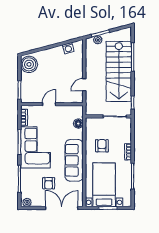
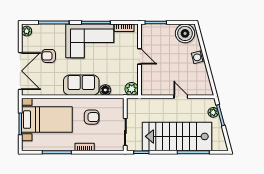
washing machine: (68, 48) -> (198, 57), moved
door: (84, 85) -> (181, 97), moved
plant: (77, 111) -> (132, 89), added
floor lamp: (78, 124) -> (105, 90), moved
sofa: (74, 160) -> (81, 85), width x0.73

